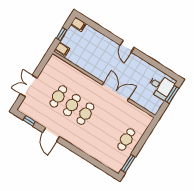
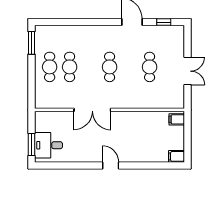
window: (62, 34) -> (188, 135), removed
double door: (29, 86) -> (188, 71), moved
cafe table: (72, 105) -> (70, 67), moved

